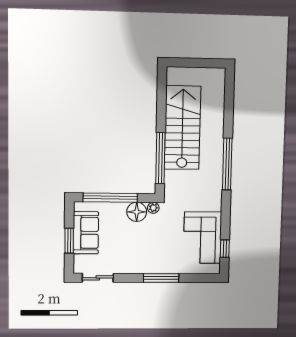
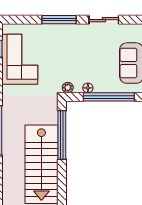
floor lamp: (137, 212) -> (88, 88), width x0.53, depth x0.53
sliding door: (98, 278) -> (104, 20), moved

